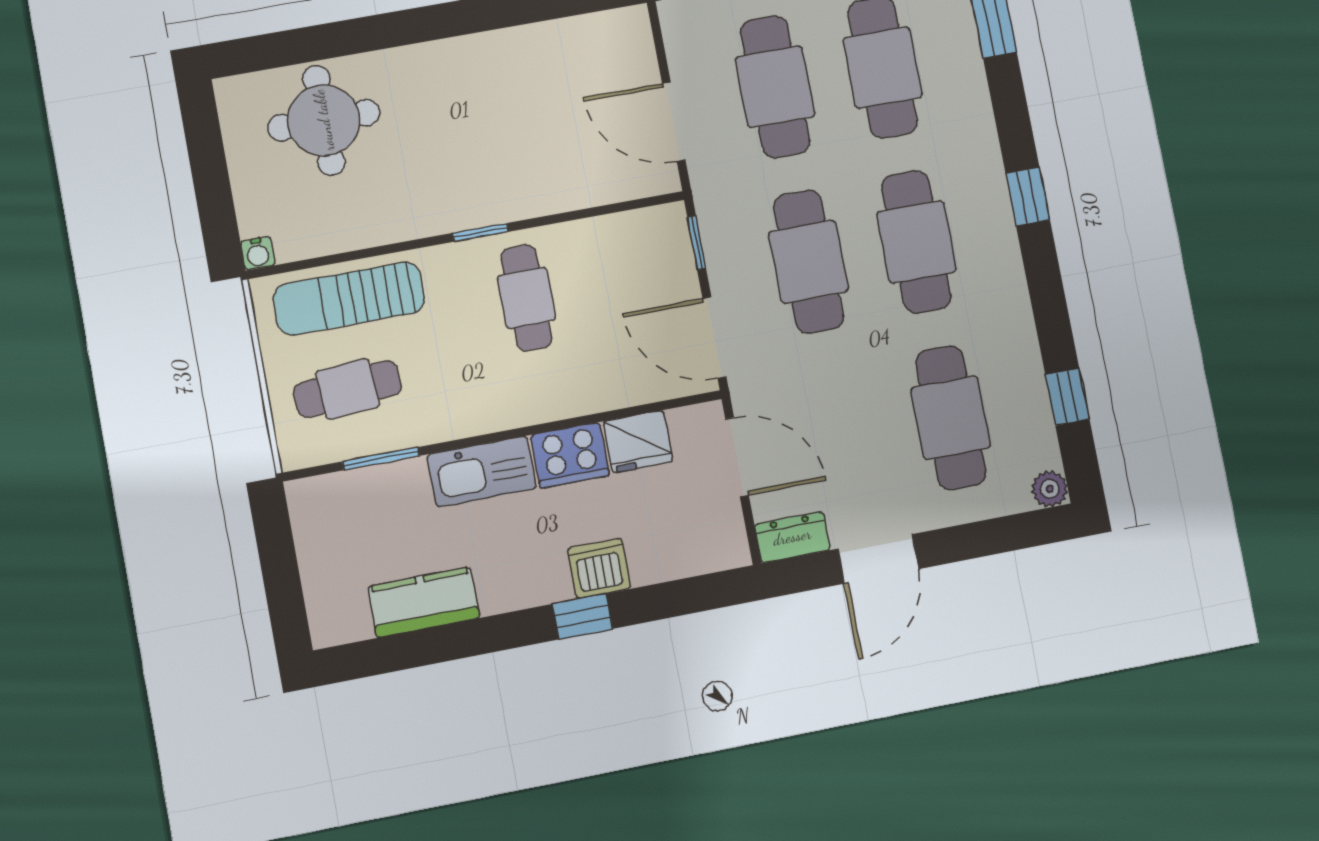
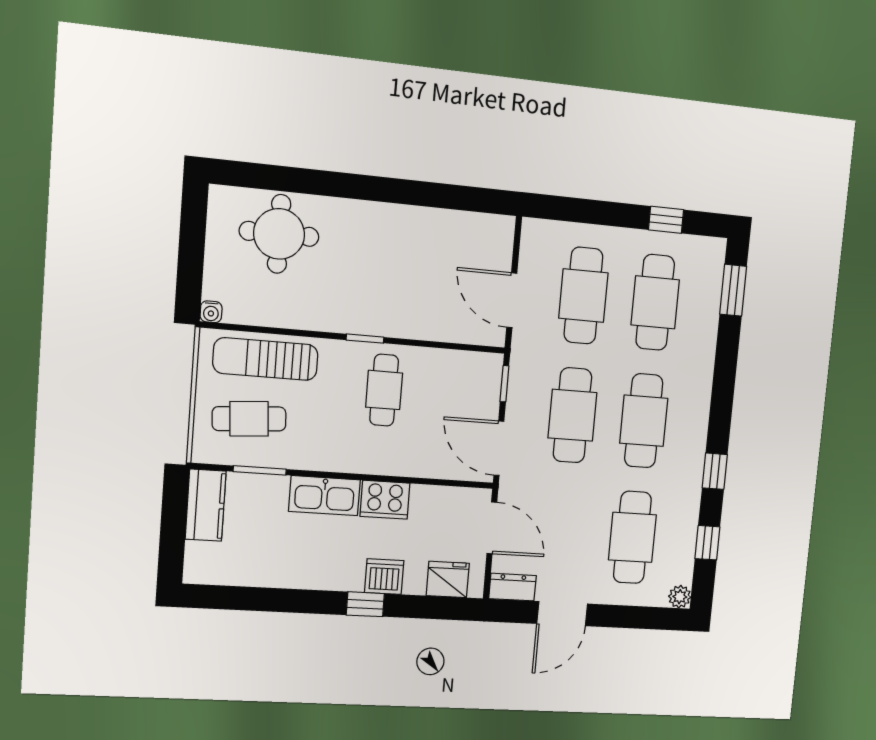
window: (1028, 197) -> (715, 471), moved
fridge: (638, 442) -> (448, 579), moved, turned 180
kitchen counter: (424, 602) -> (206, 505), moved, turned 90

